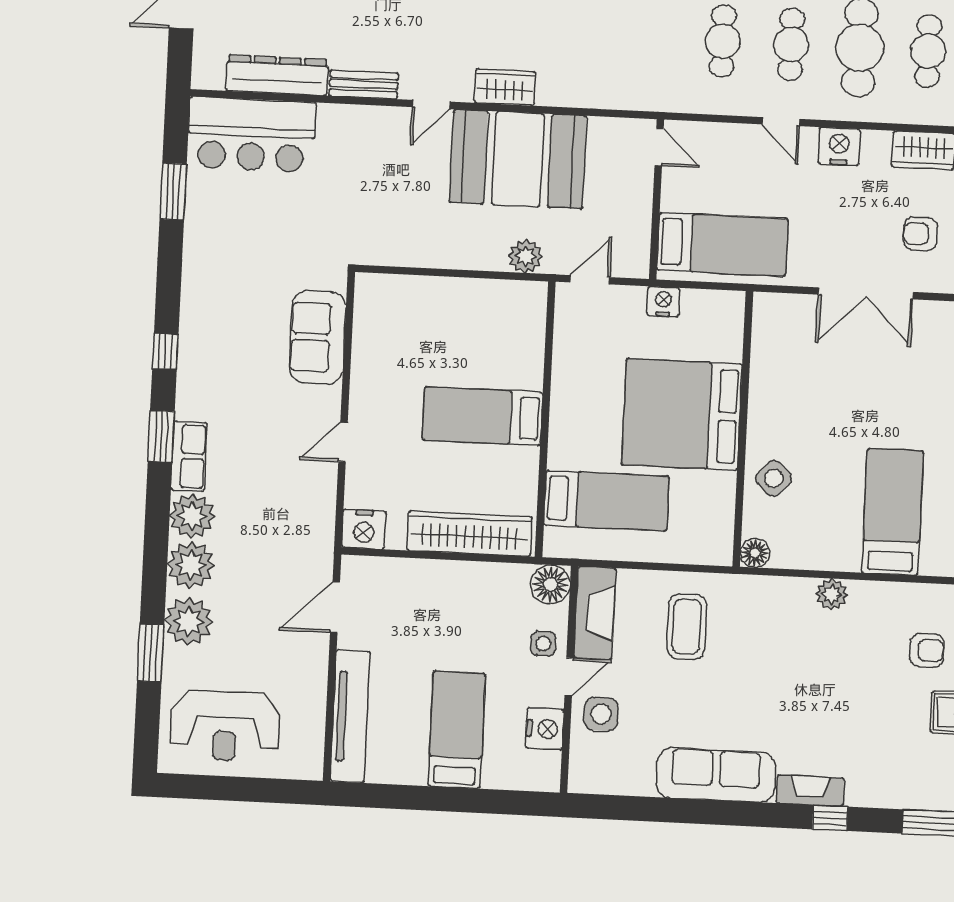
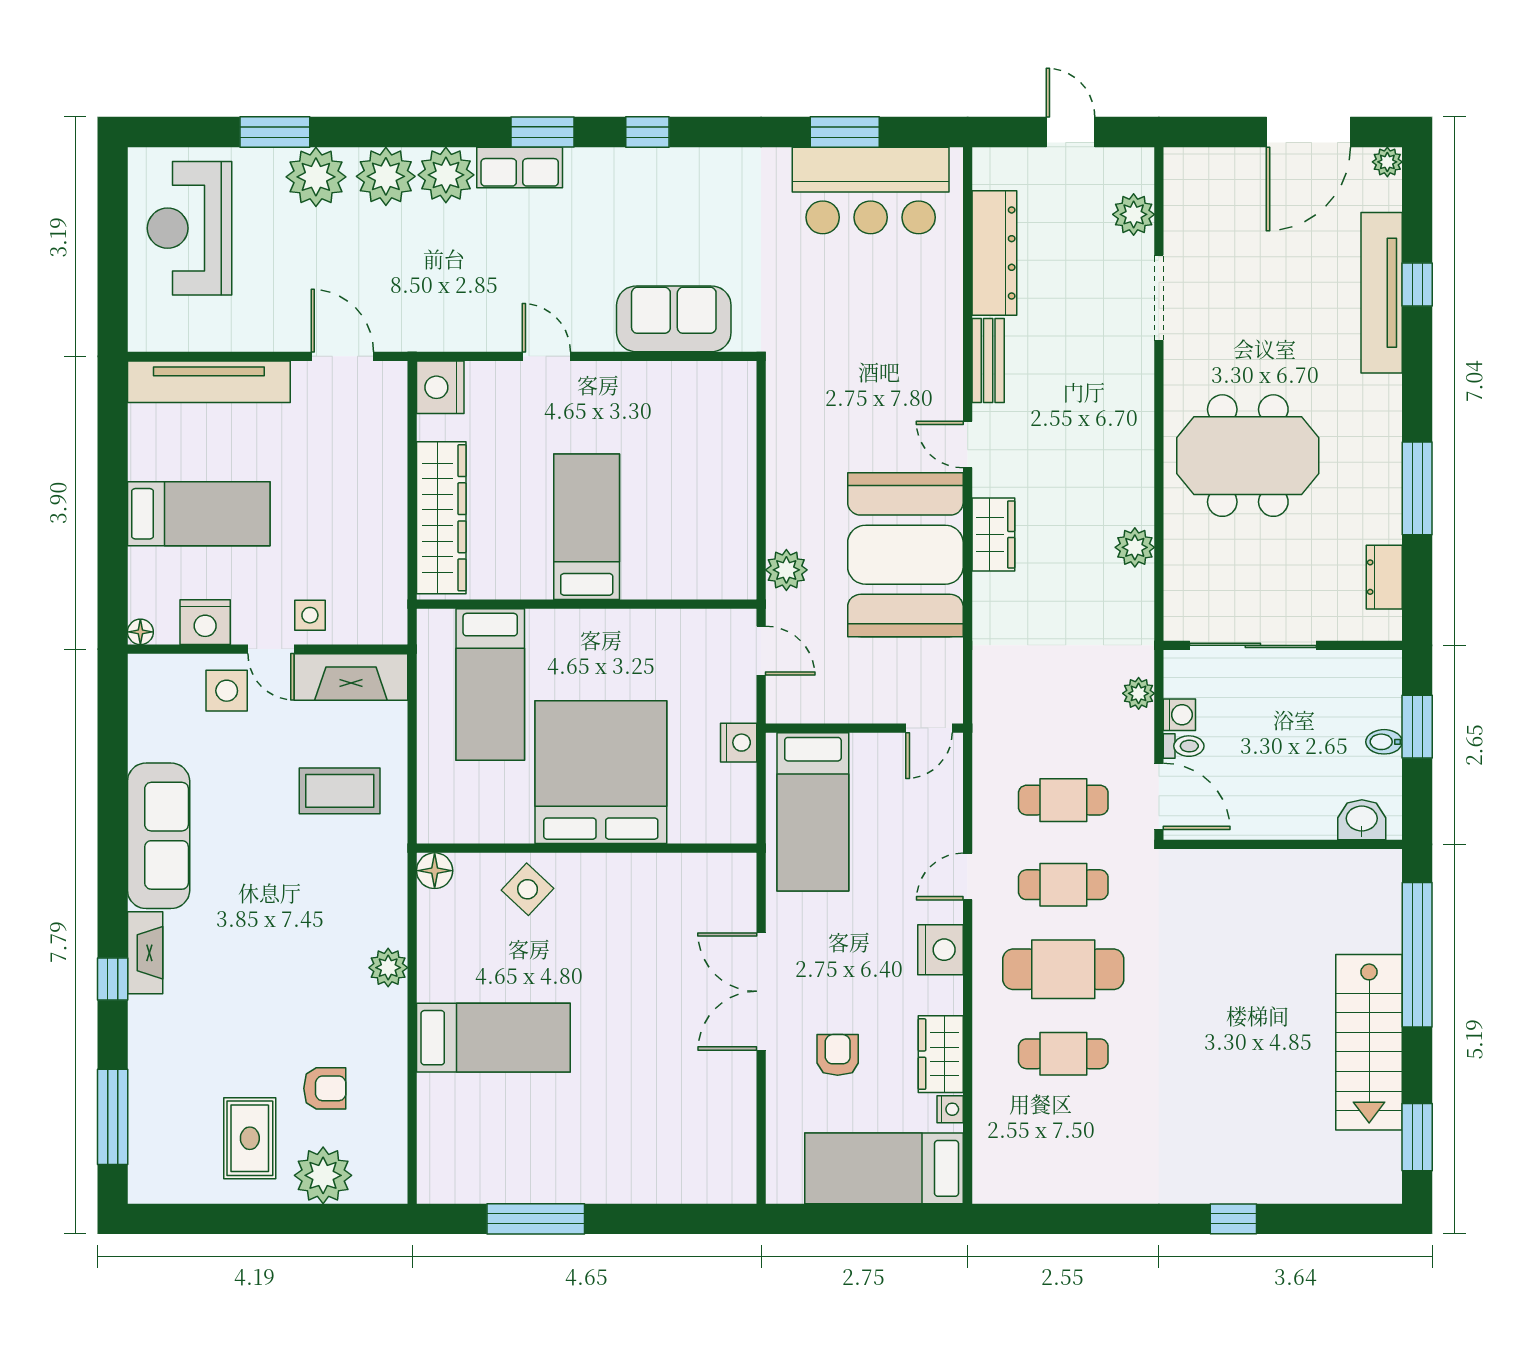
bar counter: (252, 135) -> (871, 190), moved, turned -90
floor lamp: (550, 584) -> (140, 632), moved, width x0.53, depth x0.53
armchair: (927, 650) -> (325, 1088), turned -90

